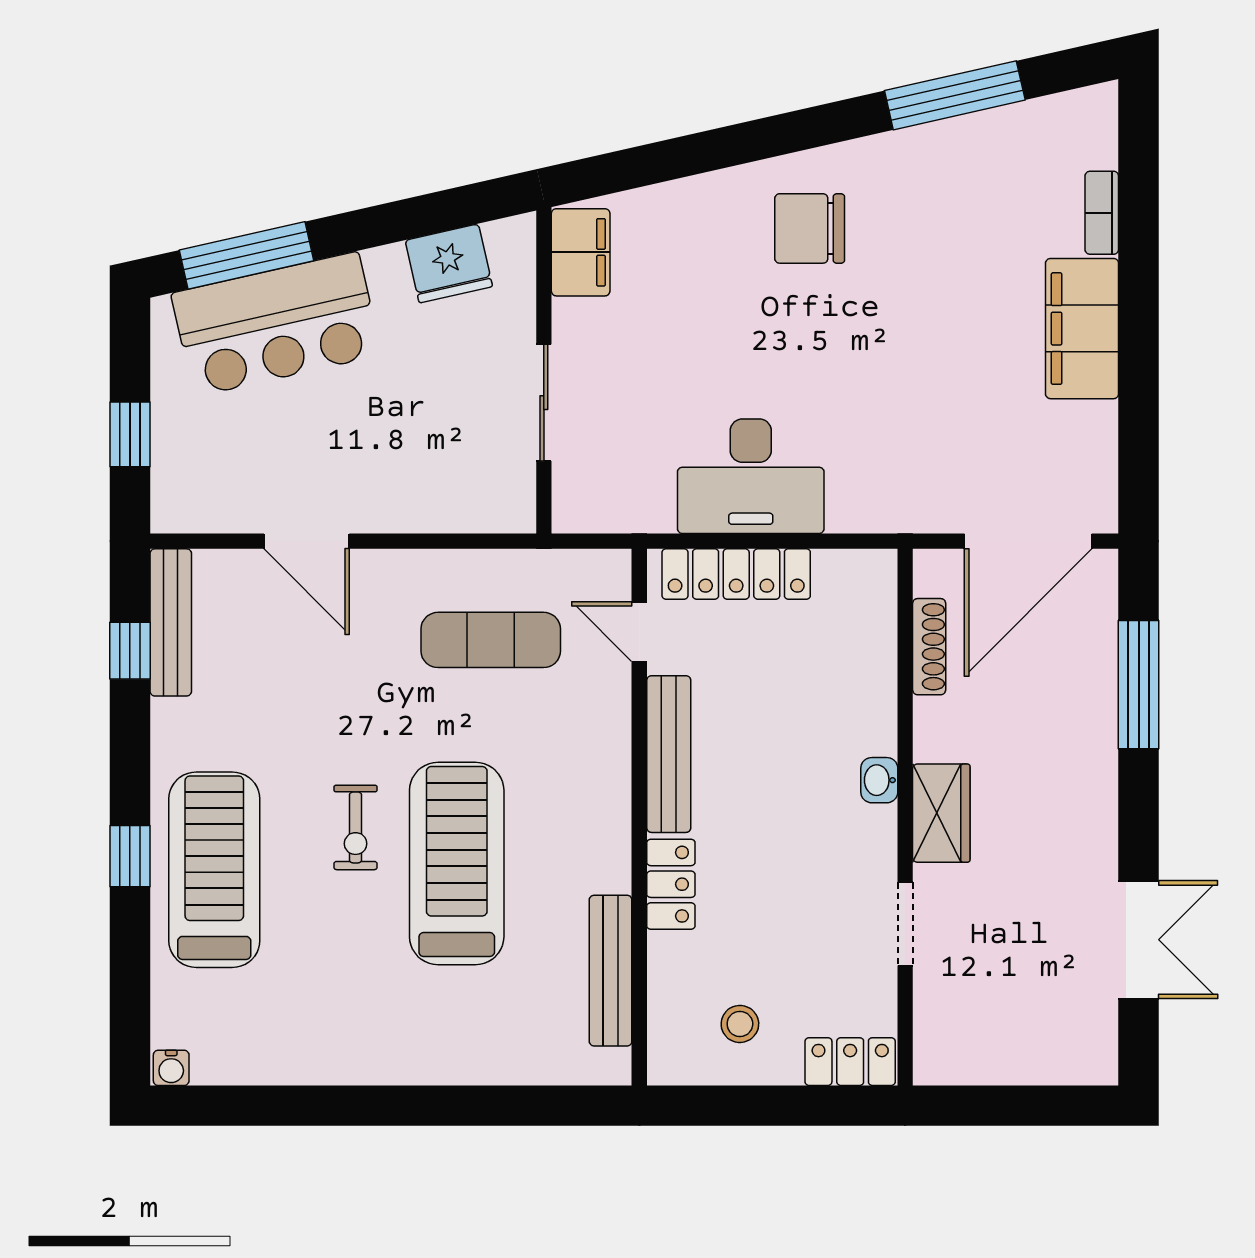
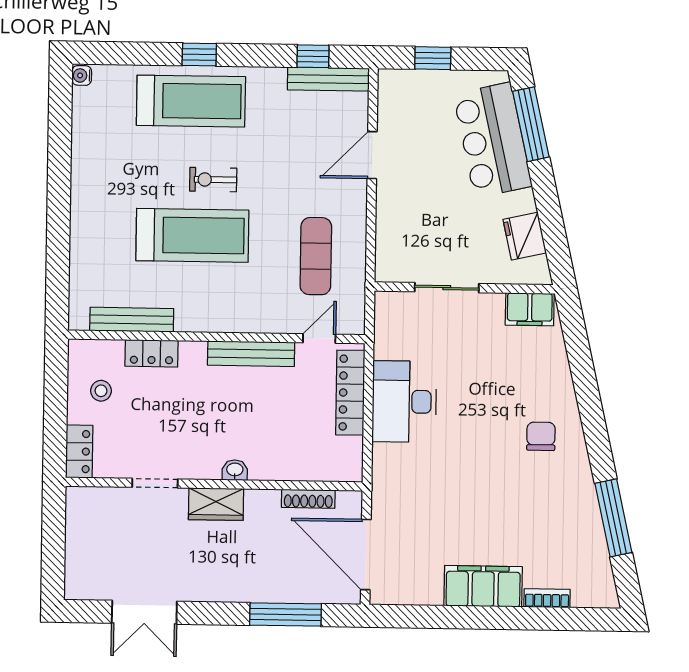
chair: (810, 228) -> (541, 436), width x0.73, depth x0.73
locker: (671, 884) -> (152, 353), moved

